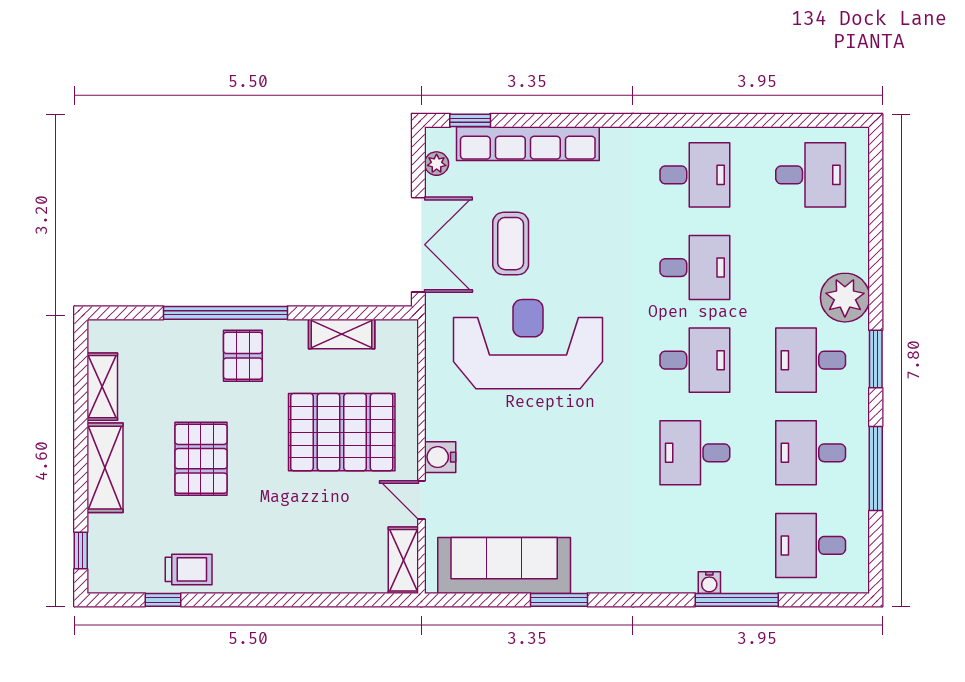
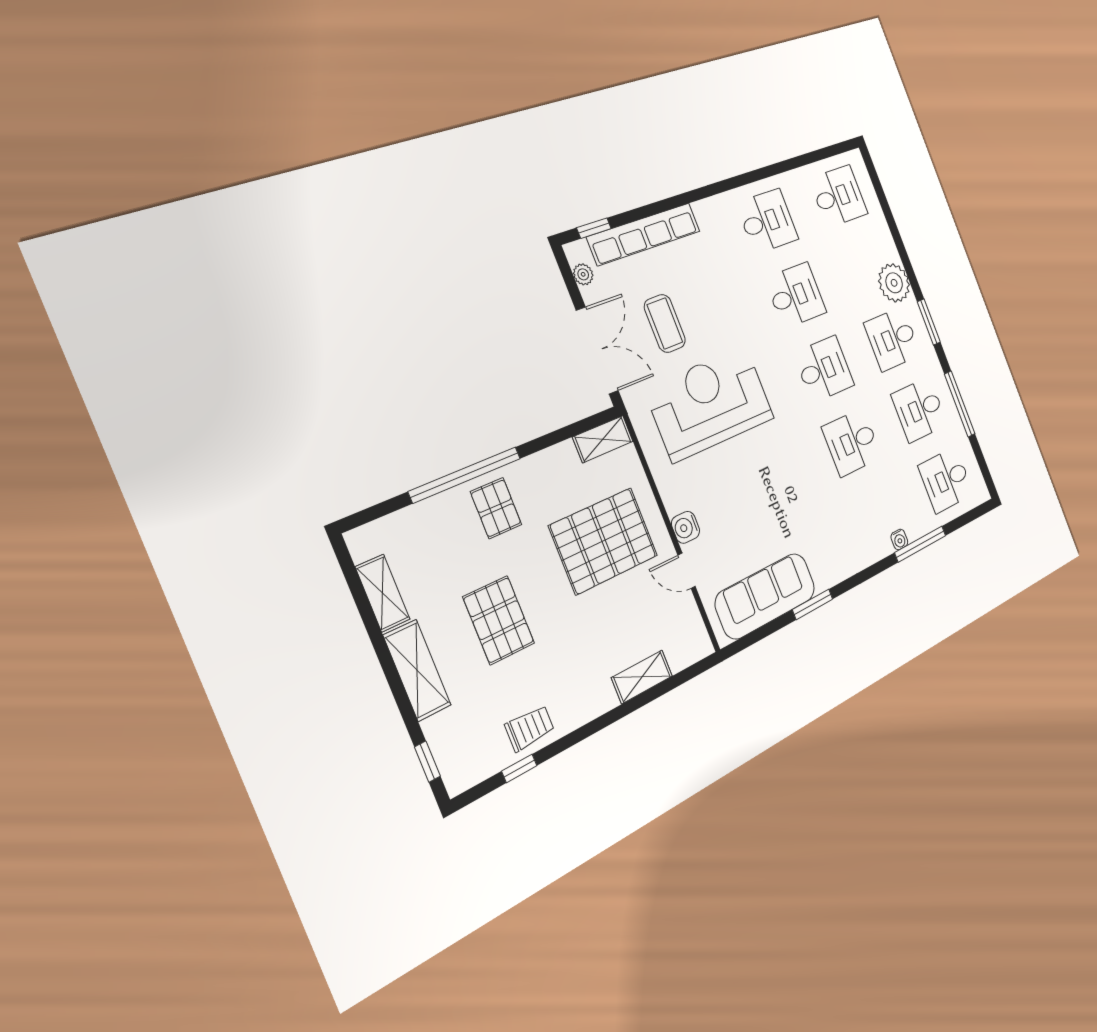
shelving: (342, 334) -> (603, 439), moved
shelving: (403, 560) -> (642, 677), moved, turned 90

